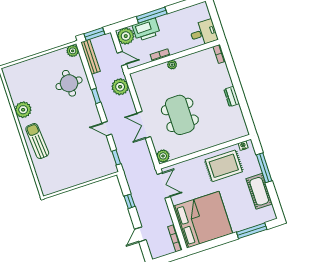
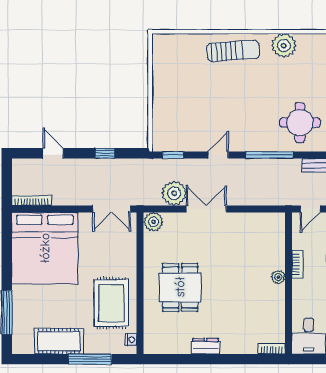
plant: (120, 87) -> (174, 193), moved
window: (96, 96) -> (269, 155), width x2.17
dining table: (180, 115) -> (180, 287), moved, width x0.73

